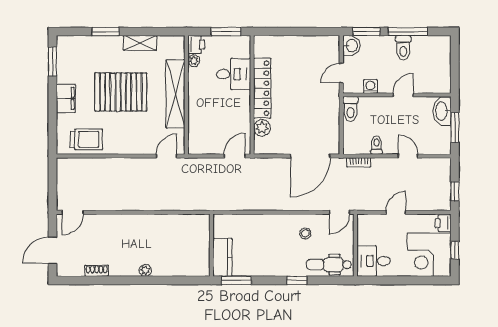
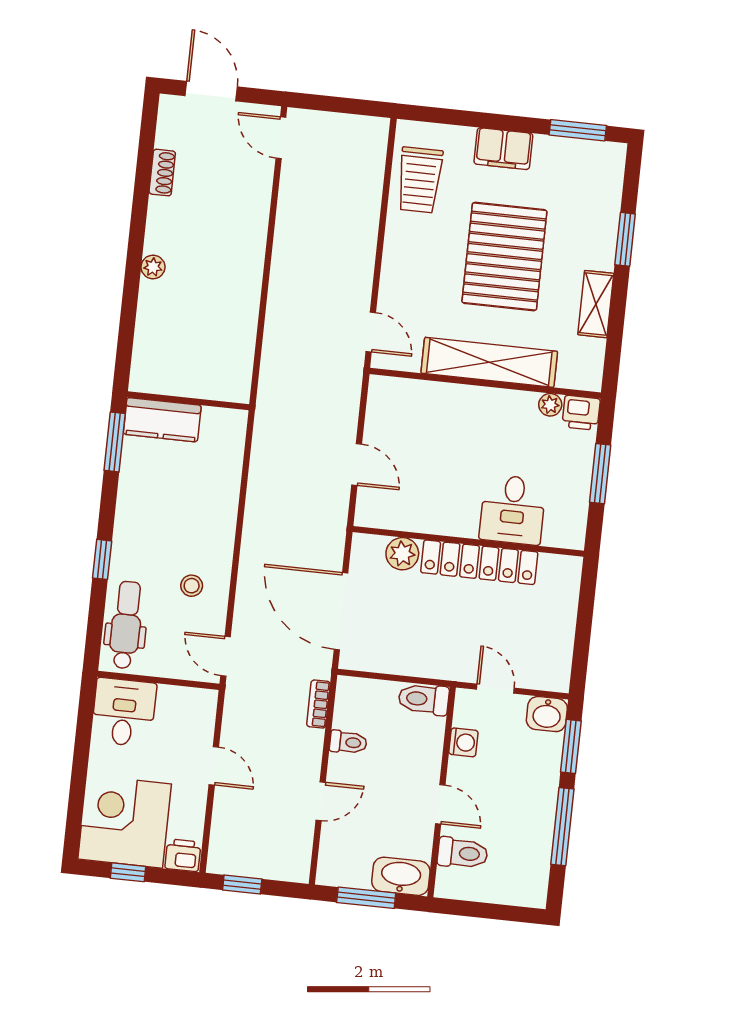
toilet: (403, 48) -> (463, 853), moved, turned 180
desk: (234, 74) -> (513, 510), moved
locker: (262, 88) -> (479, 562), moved
wall: (252, 95) -> (468, 541), moved
plant: (262, 128) -> (402, 554), moved

